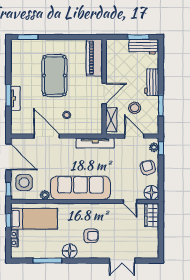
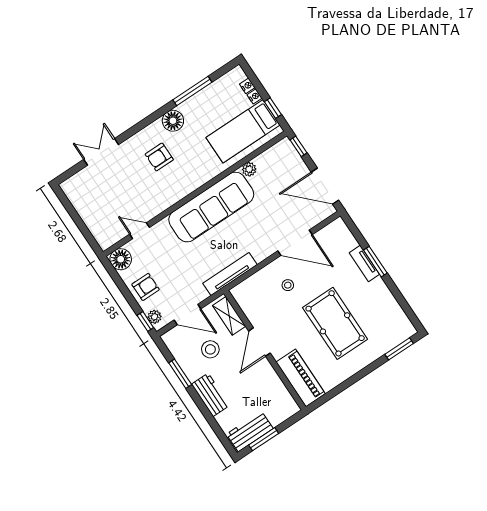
armchair: (148, 168) -> (146, 287), turned -75
side table: (24, 183) -> (285, 167), removed
wardrobe: (152, 215) -> (102, 232), removed

